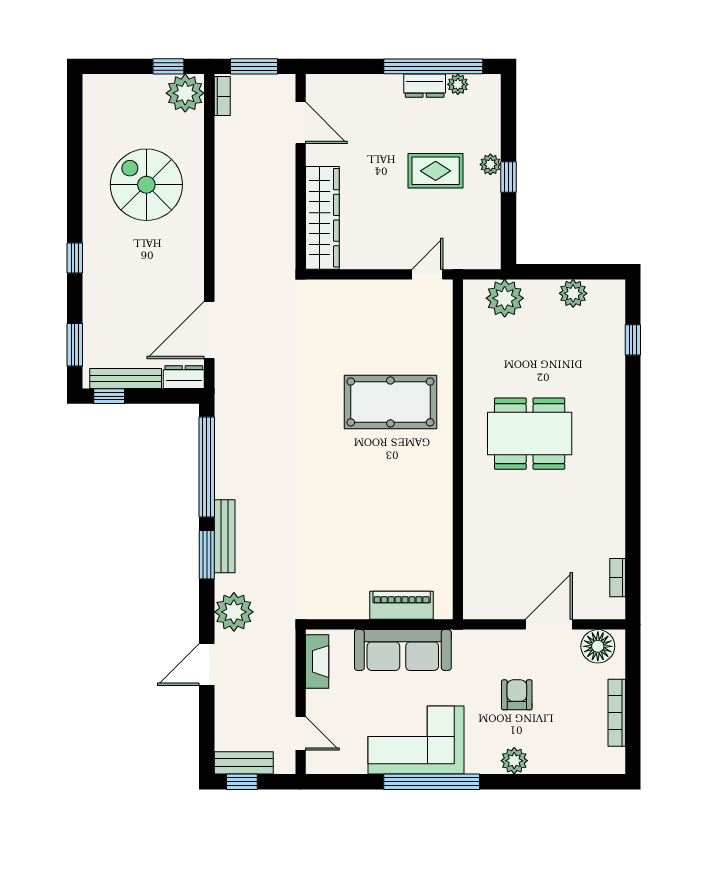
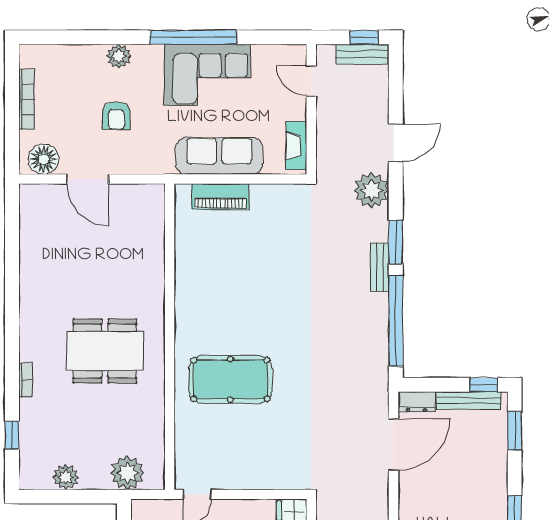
bench: (225, 536) -> (380, 267), width x0.73
bookcase: (618, 578) -> (26, 380), moved
door: (549, 624) -> (88, 179), hinge flipped

